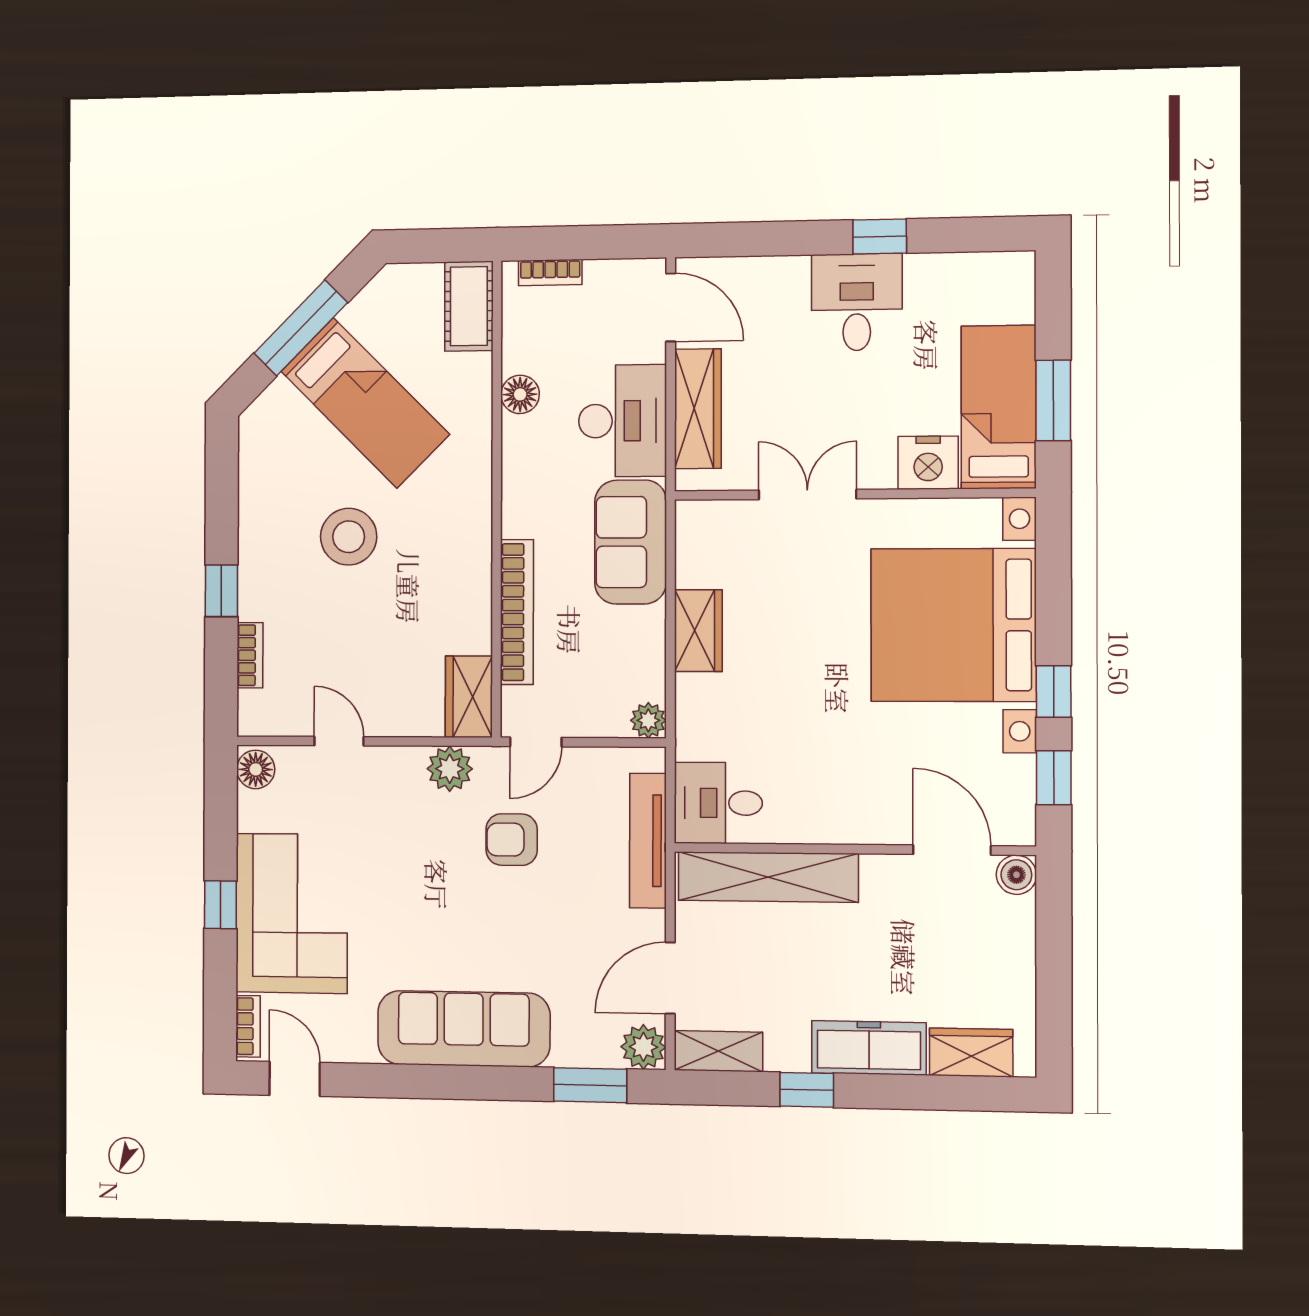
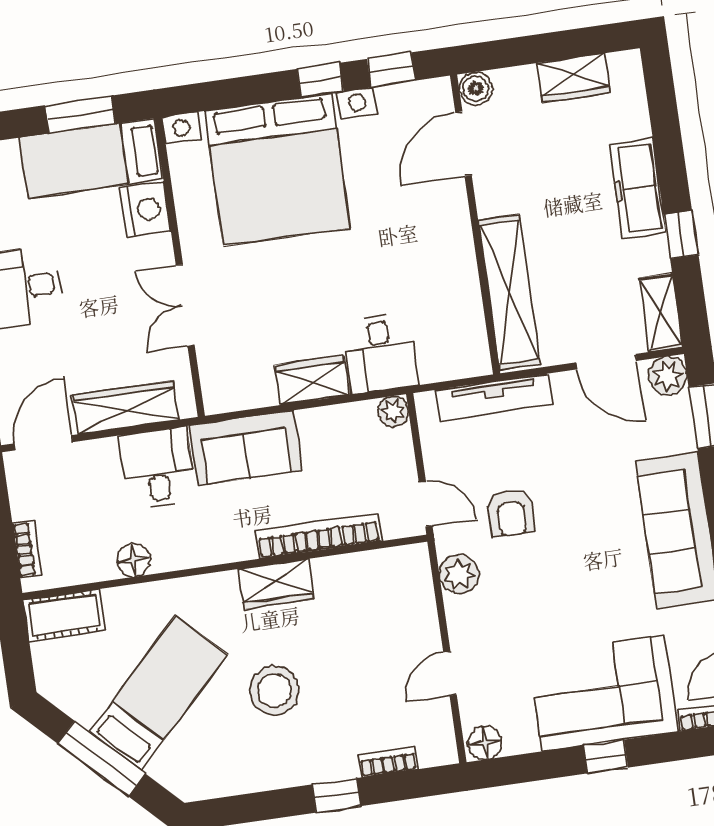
desk: (623, 421) -> (157, 468), width x0.73
wardrobe: (469, 697) -> (276, 584), moved
desk: (718, 803) -> (381, 353), moved
wardrobe: (971, 1052) -> (573, 78), moved, turned -90

